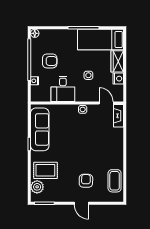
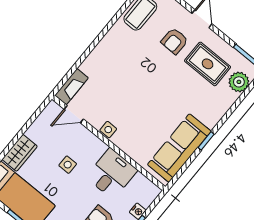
nightstand: (118, 79) -> (35, 131), removed
door: (106, 103) -> (74, 114), hinge flipped
rug: (45, 170) -> (208, 64), moved

